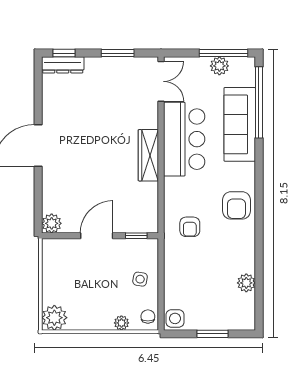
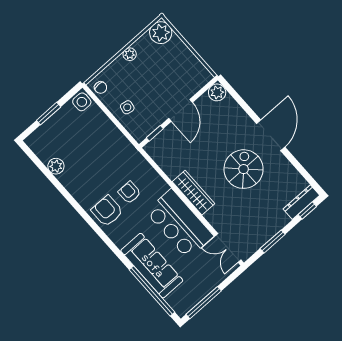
plant: (219, 66) -> (199, 292), removed
spiral stairs: (87, 137) -> (244, 169), added
armchair: (190, 227) -> (130, 193), moved
plant: (121, 323) -> (130, 54), moved

